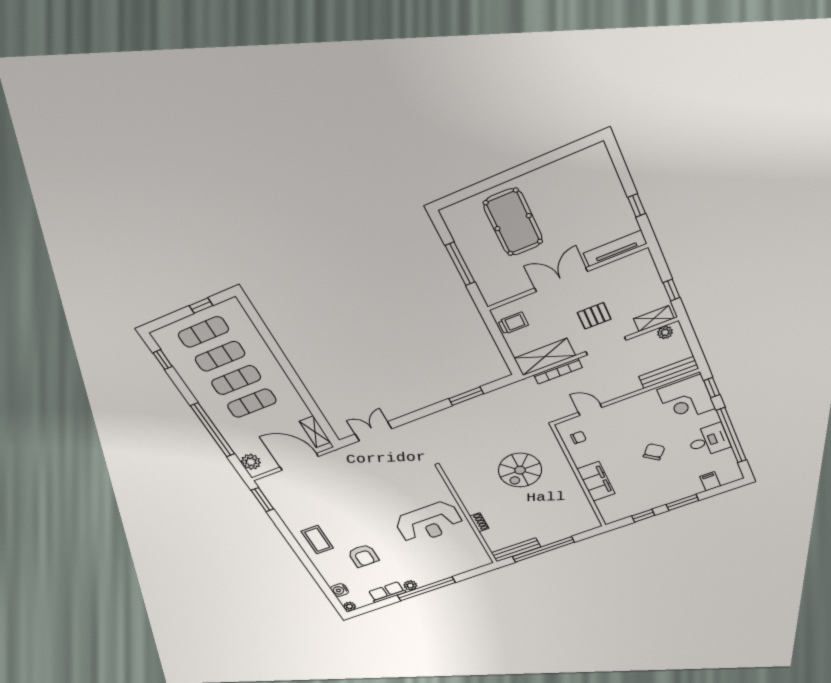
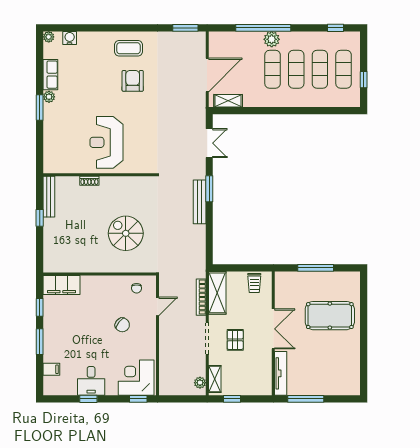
window: (637, 205) -> (306, 399), width x2.17
bench: (669, 373) -> (200, 202), moved
window: (466, 396) -> (209, 189), moved
window: (731, 435) -> (88, 399), width x0.32
chair: (654, 452) -> (122, 325), moved
plant: (251, 462) -> (272, 39), moved
filing cabinet: (596, 481) -> (61, 285), moved
window: (543, 549) -> (40, 218), width x0.32
armchair: (363, 556) -> (133, 81), moved, turned 90
window: (426, 589) -> (40, 108), width x0.47

